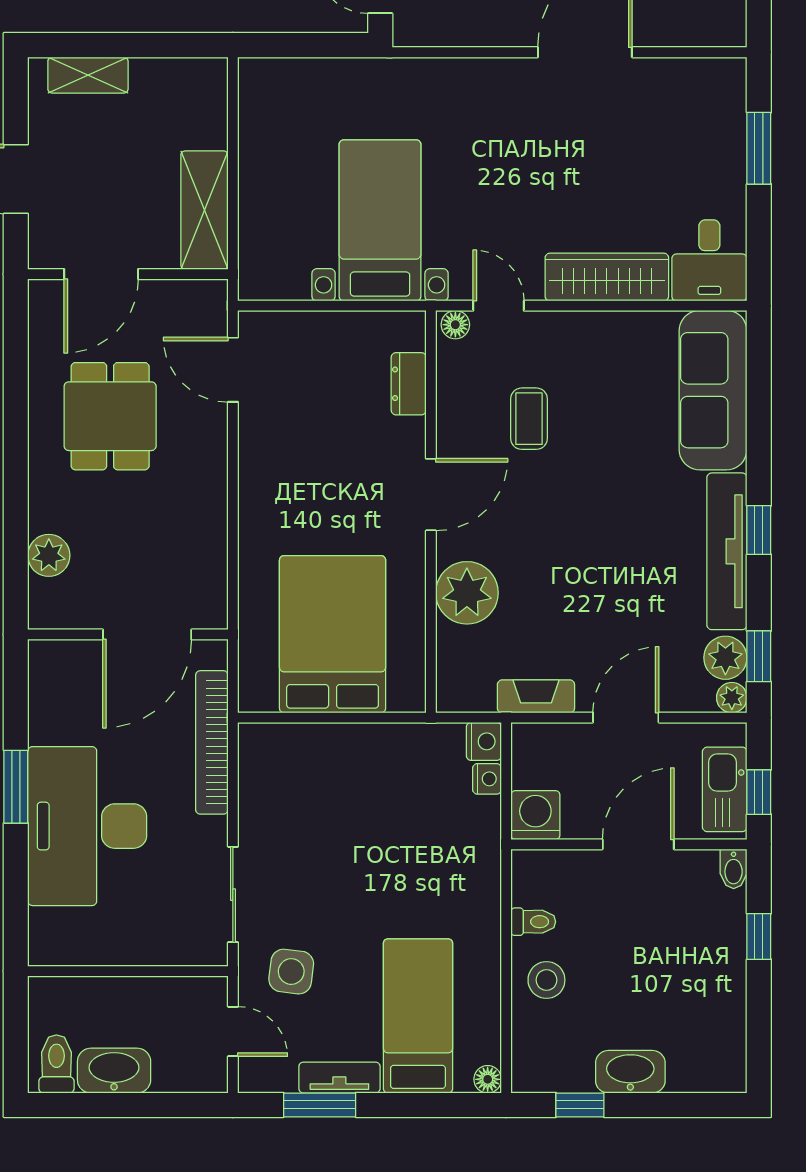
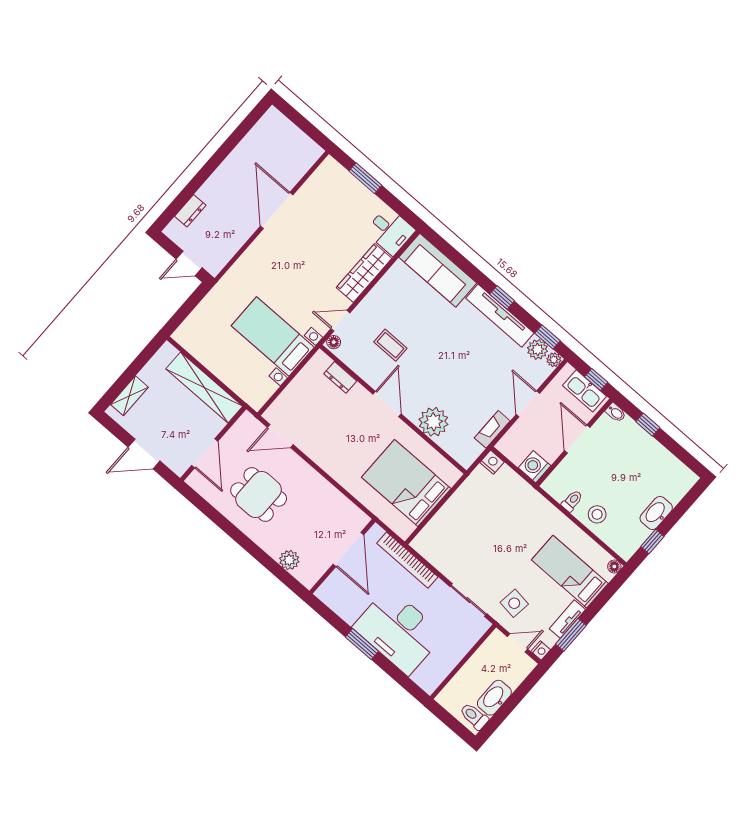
shelving: (204, 210) -> (204, 388), width x1.47
nightstand: (487, 779) -> (541, 650), moved, turned 90

